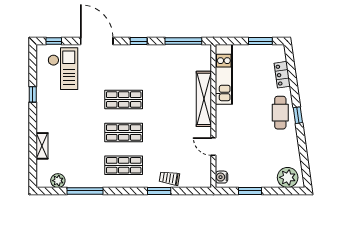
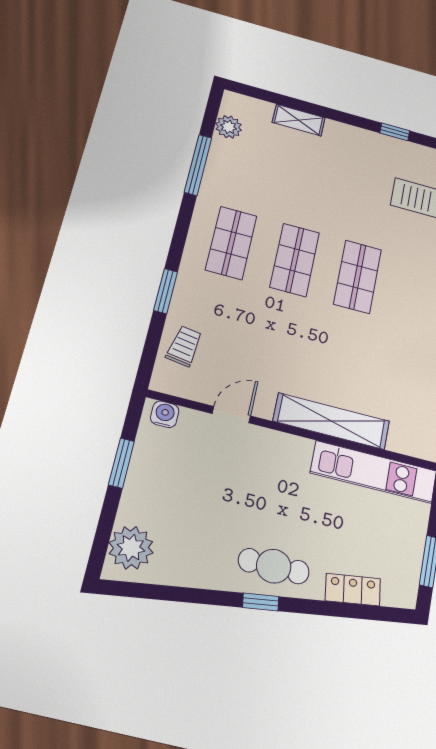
trolley: (169, 178) -> (184, 346), moved

